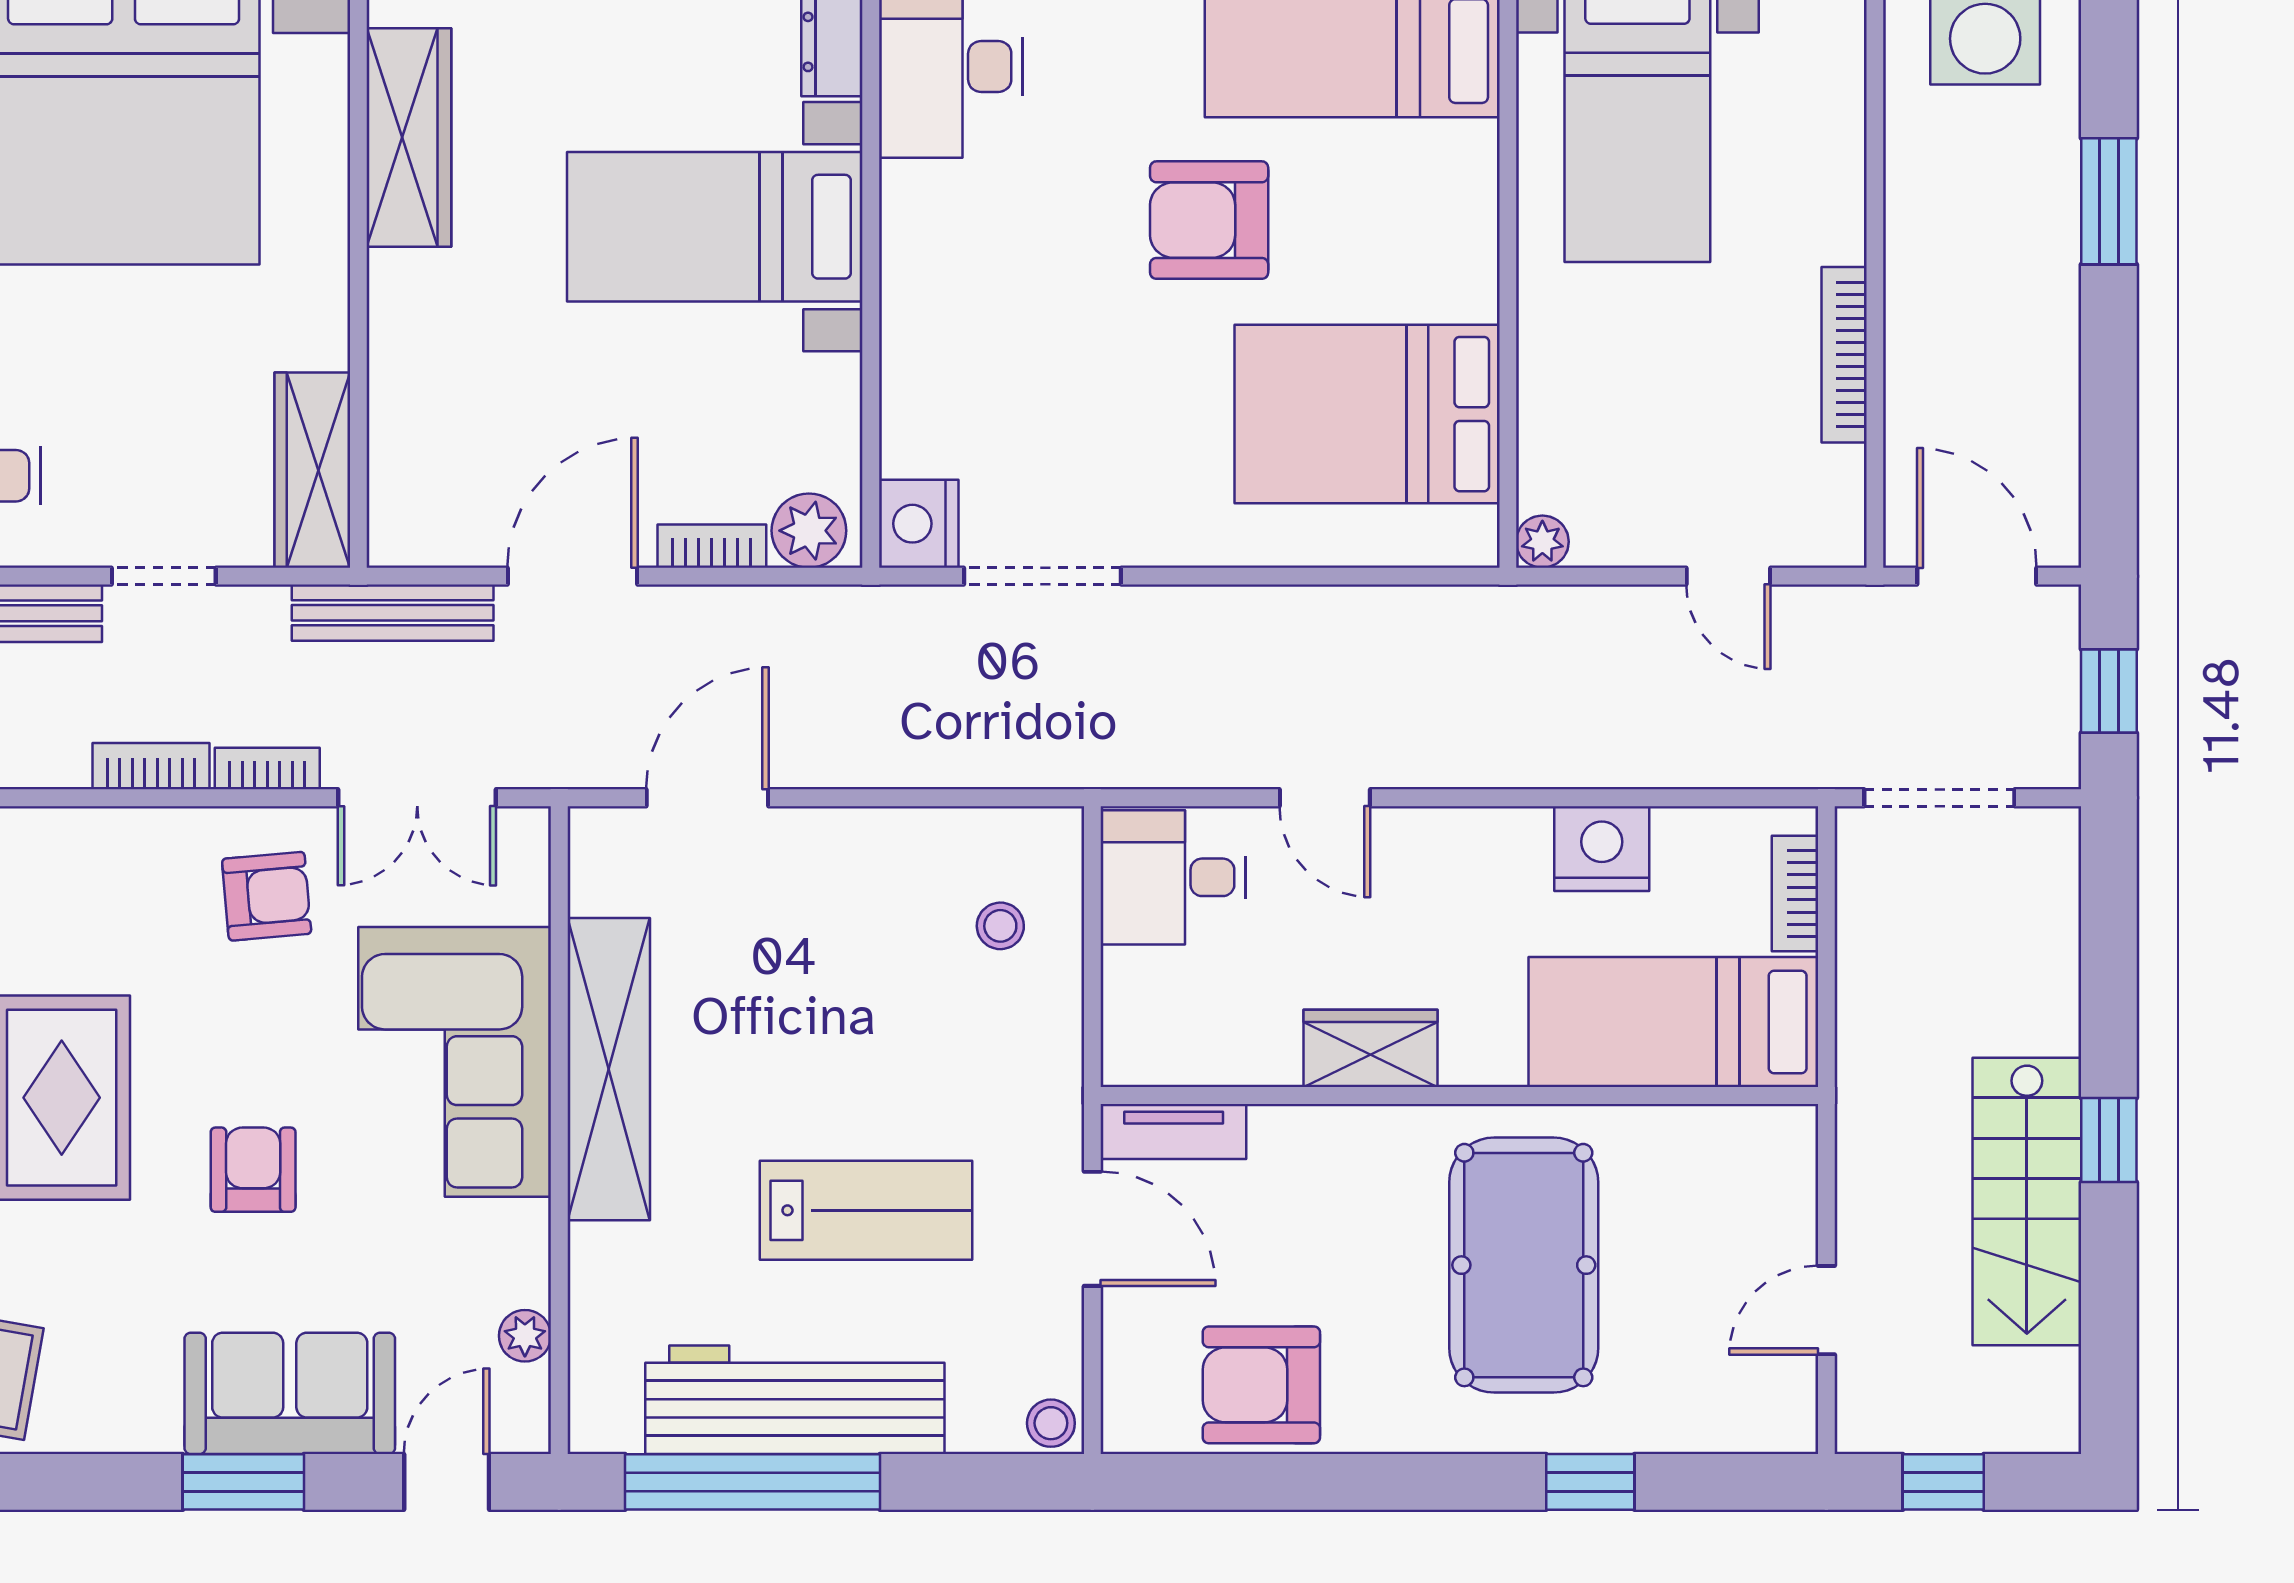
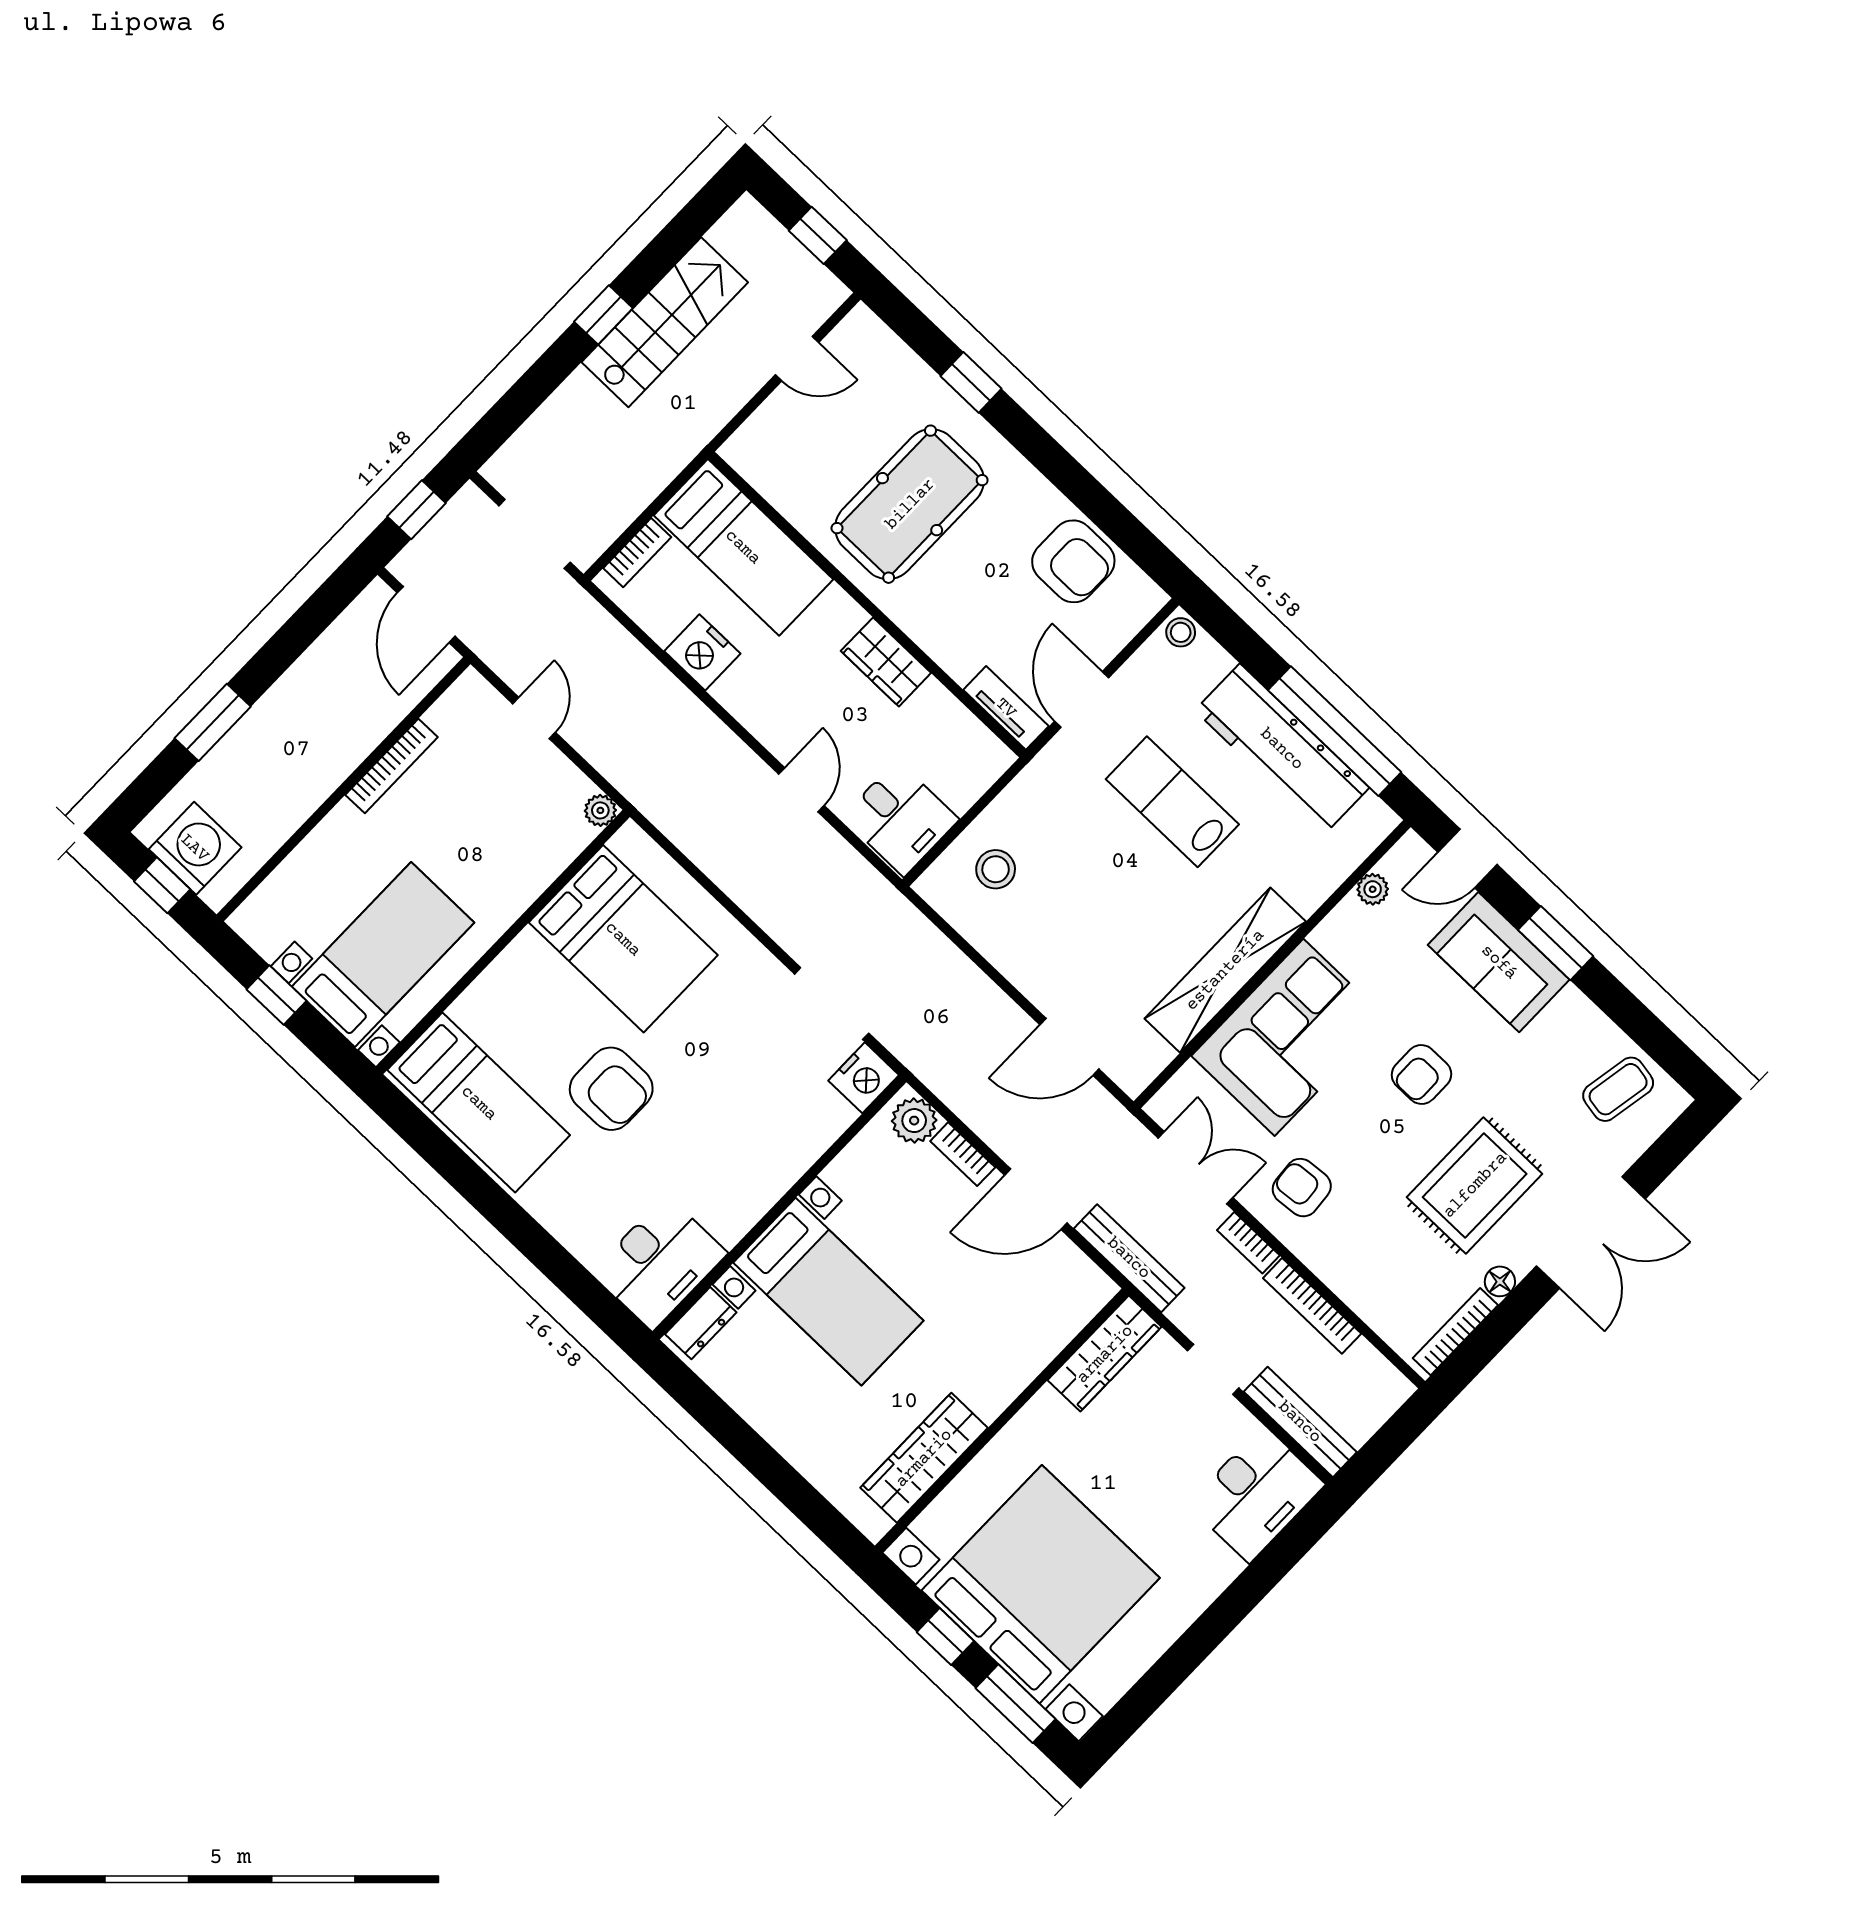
bookcase: (151, 766) -> (1312, 1306), width x1.56
stool: (1000, 926) -> (996, 869), width x1.37, depth x1.37

